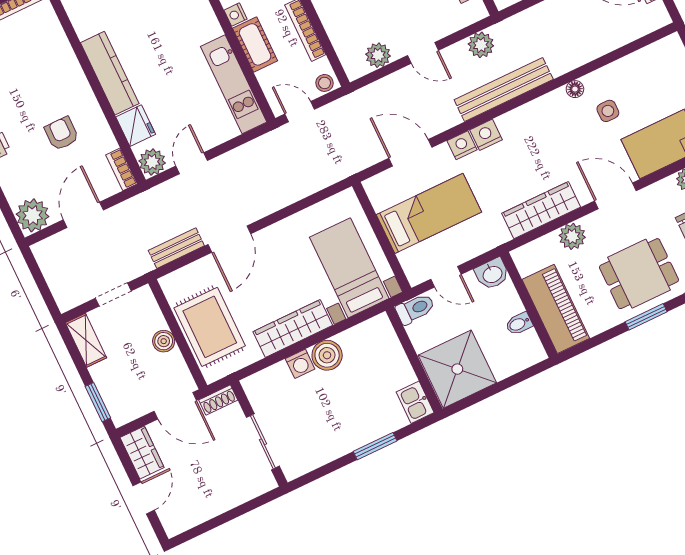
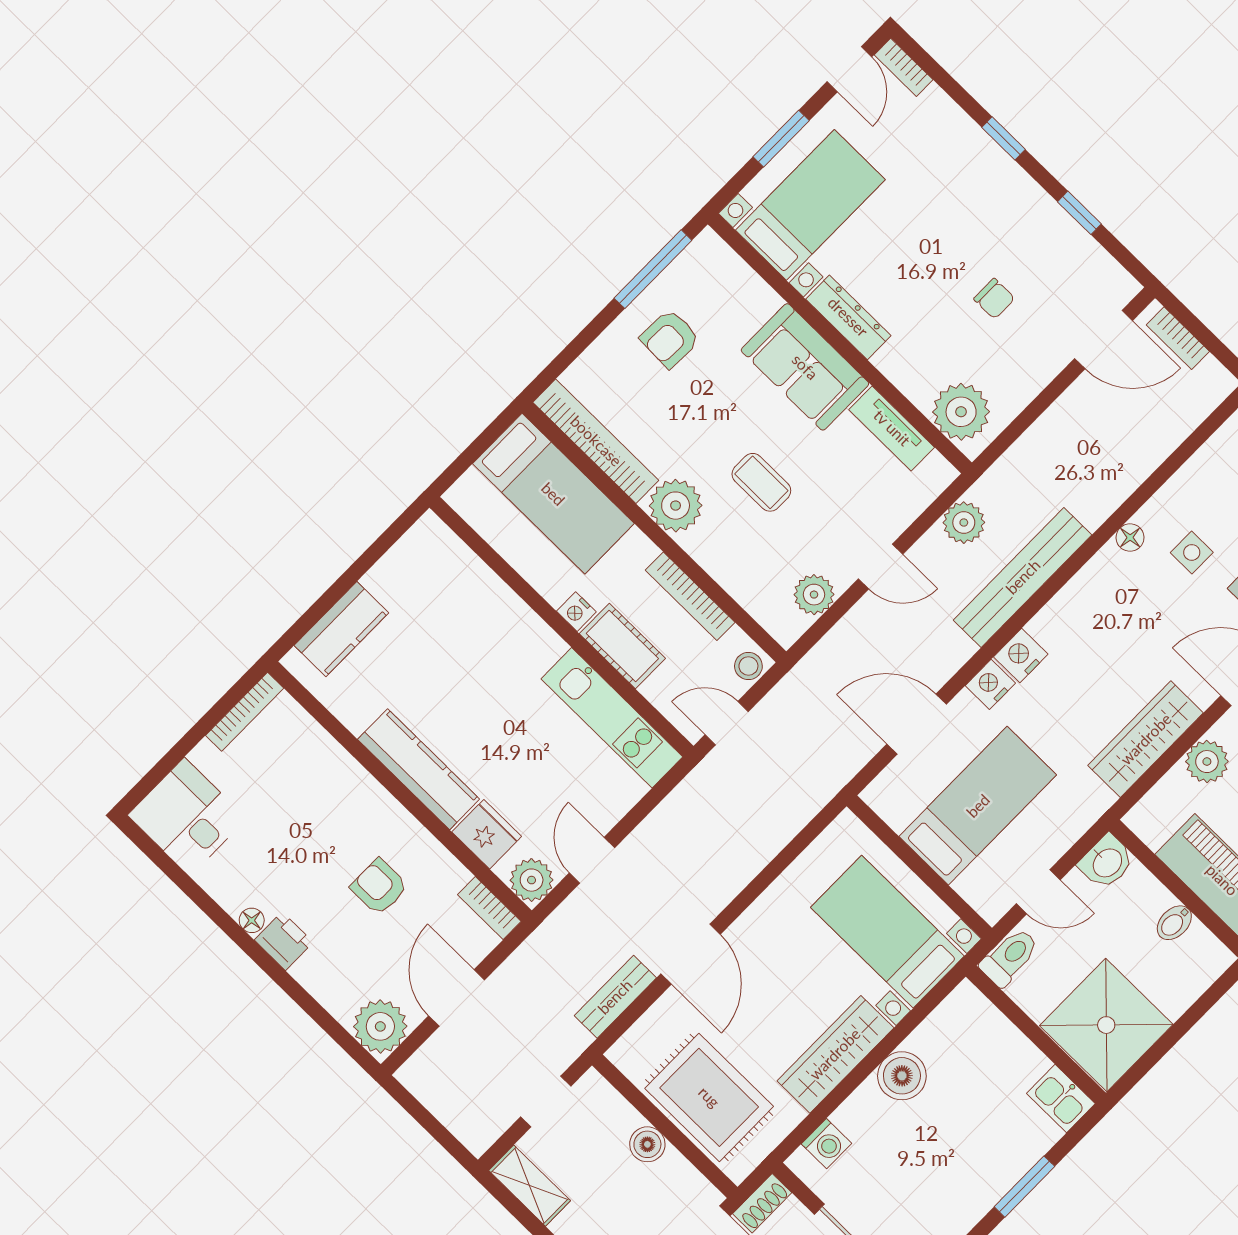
washing machine: (300, 364) -> (826, 1144), moved

